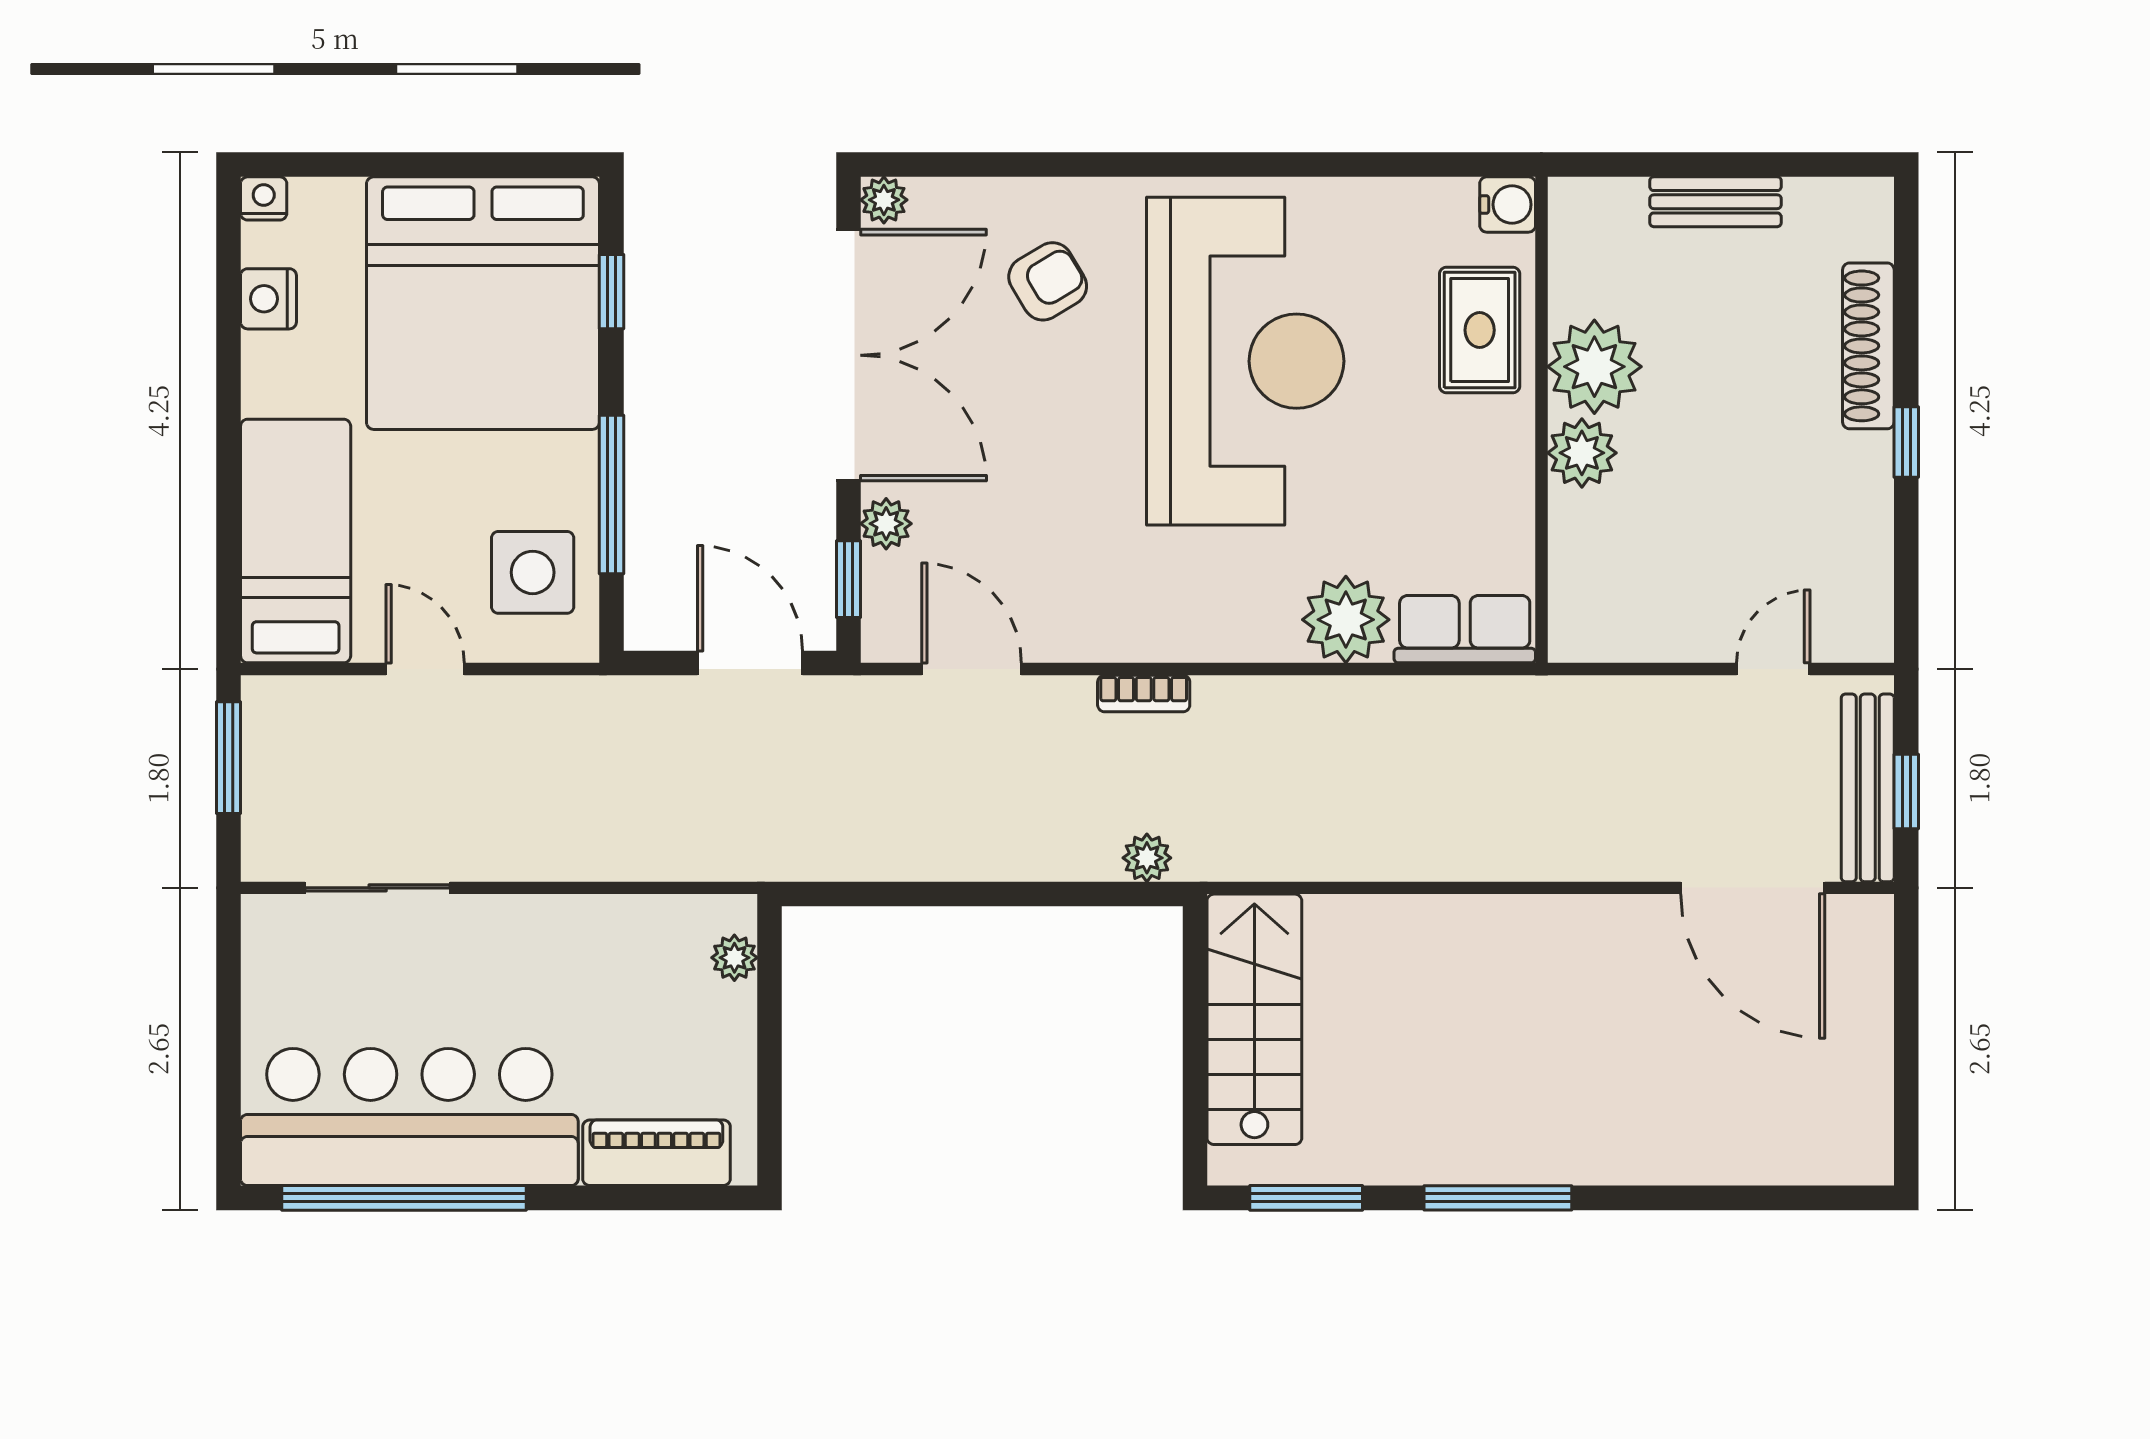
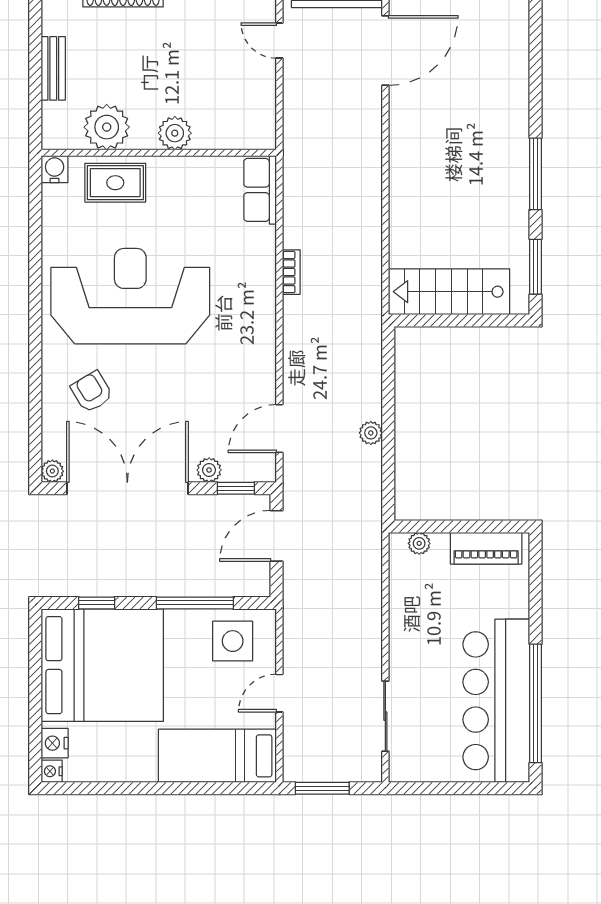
nightstand: (268, 299) -> (55, 743), moved, turned 90
plant: (1594, 367) -> (107, 127), moved
plant: (1346, 620) -> (255, 247), removed
bookcase: (1144, 694) -> (291, 272), moved
plant: (1147, 858) -> (371, 433), moved
piano: (656, 1153) -> (486, 548), moved, turned -90

